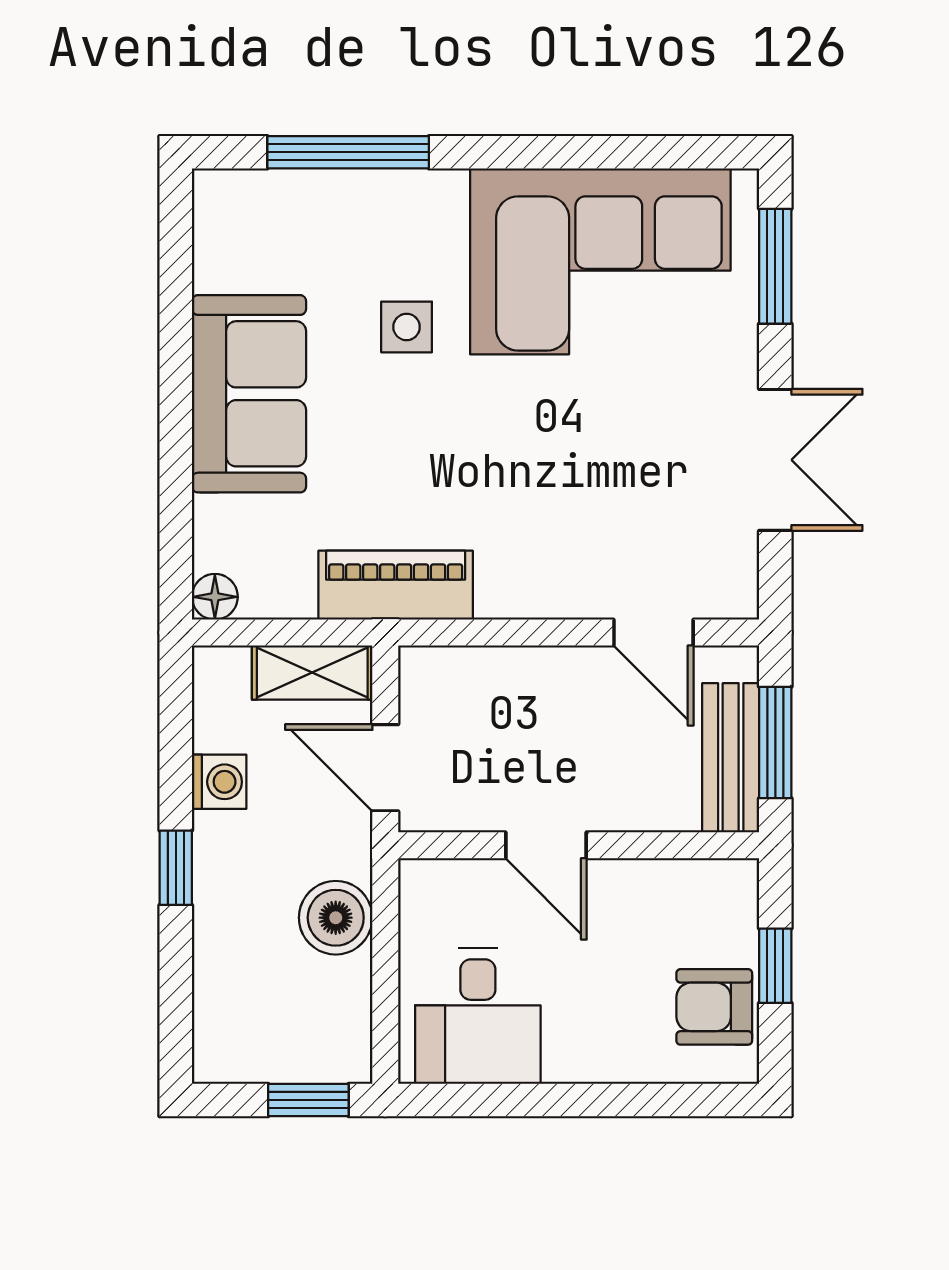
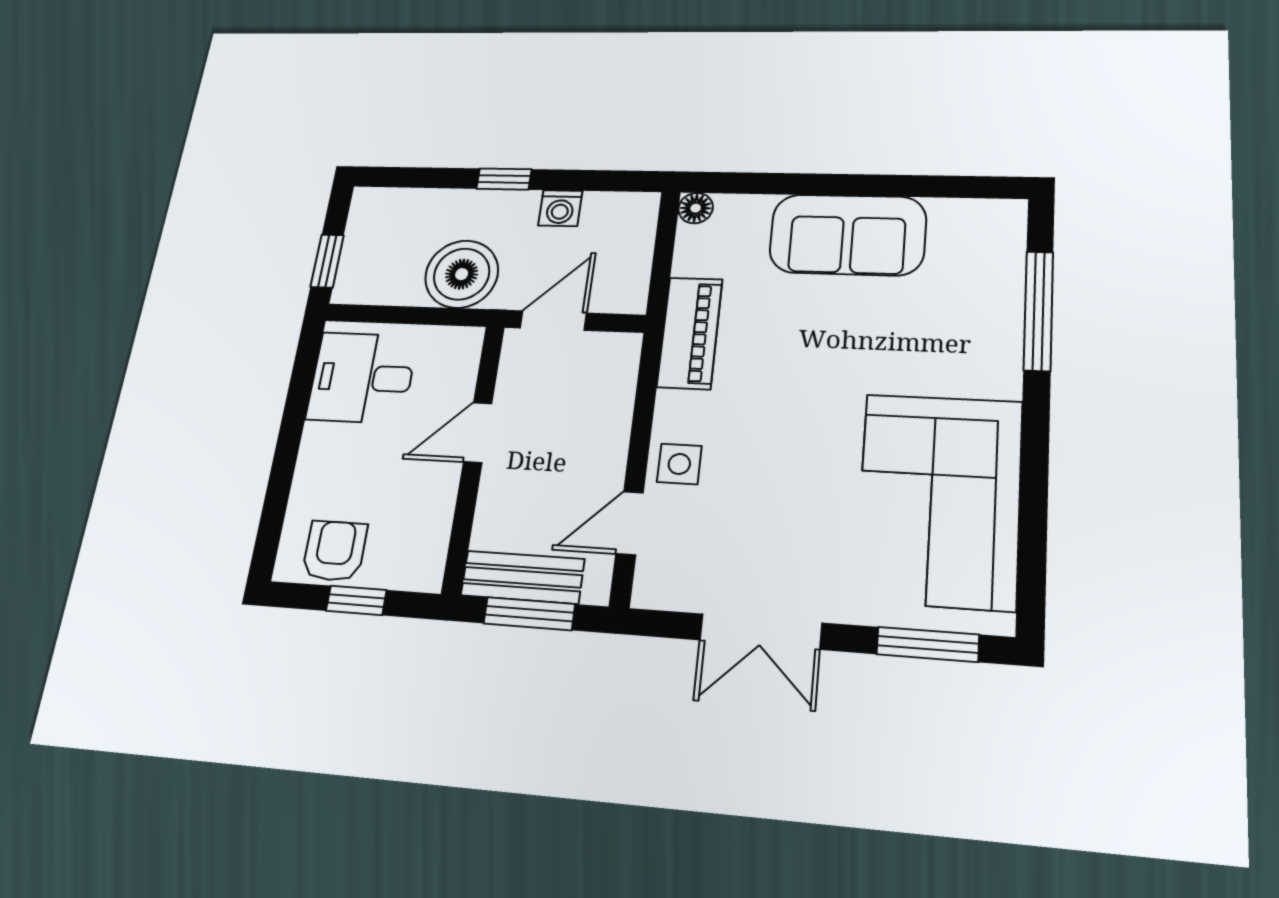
side table: (407, 327) -> (679, 464), moved
shelving: (312, 673) -> (631, 272), removed
boiler: (336, 918) -> (462, 274), width x1.37, depth x1.37

